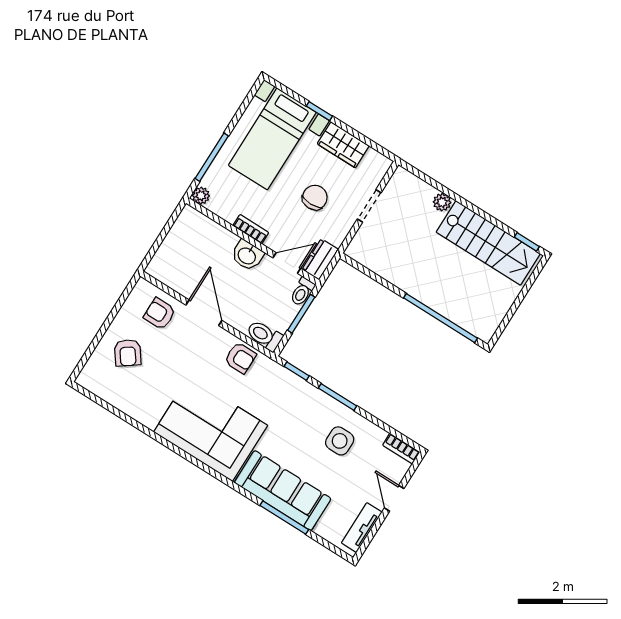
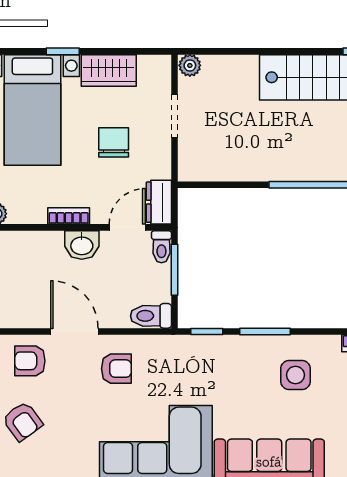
plant: (442, 202) -> (190, 65), moved
armchair: (240, 358) -> (116, 369), moved

